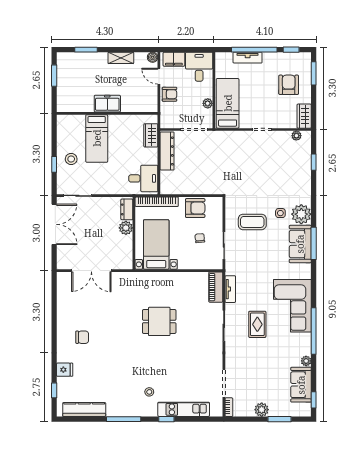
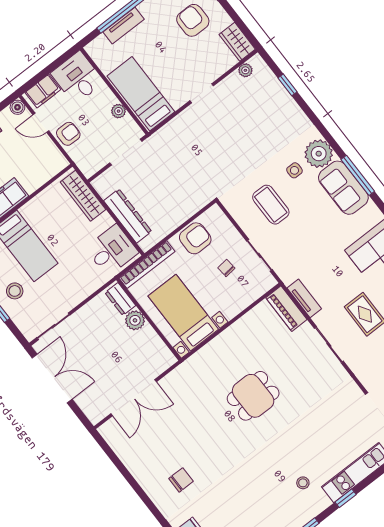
wardrobe: (151, 135) -> (83, 196), width x1.50
dresser: (167, 151) -> (128, 216), moved
coffee table: (252, 222) -> (271, 205), turned 90

